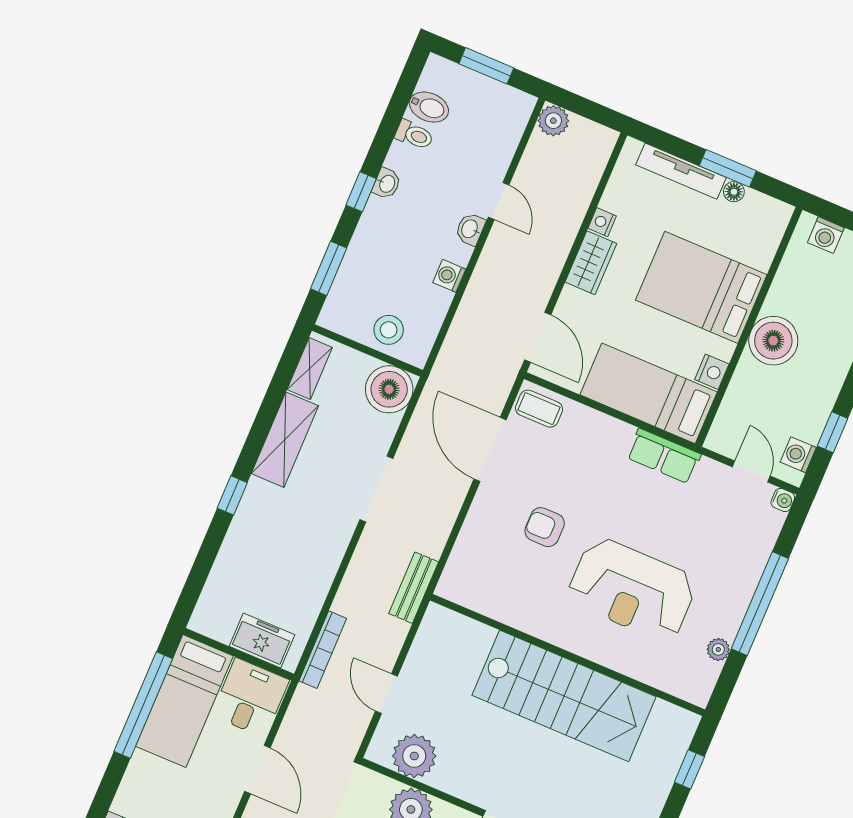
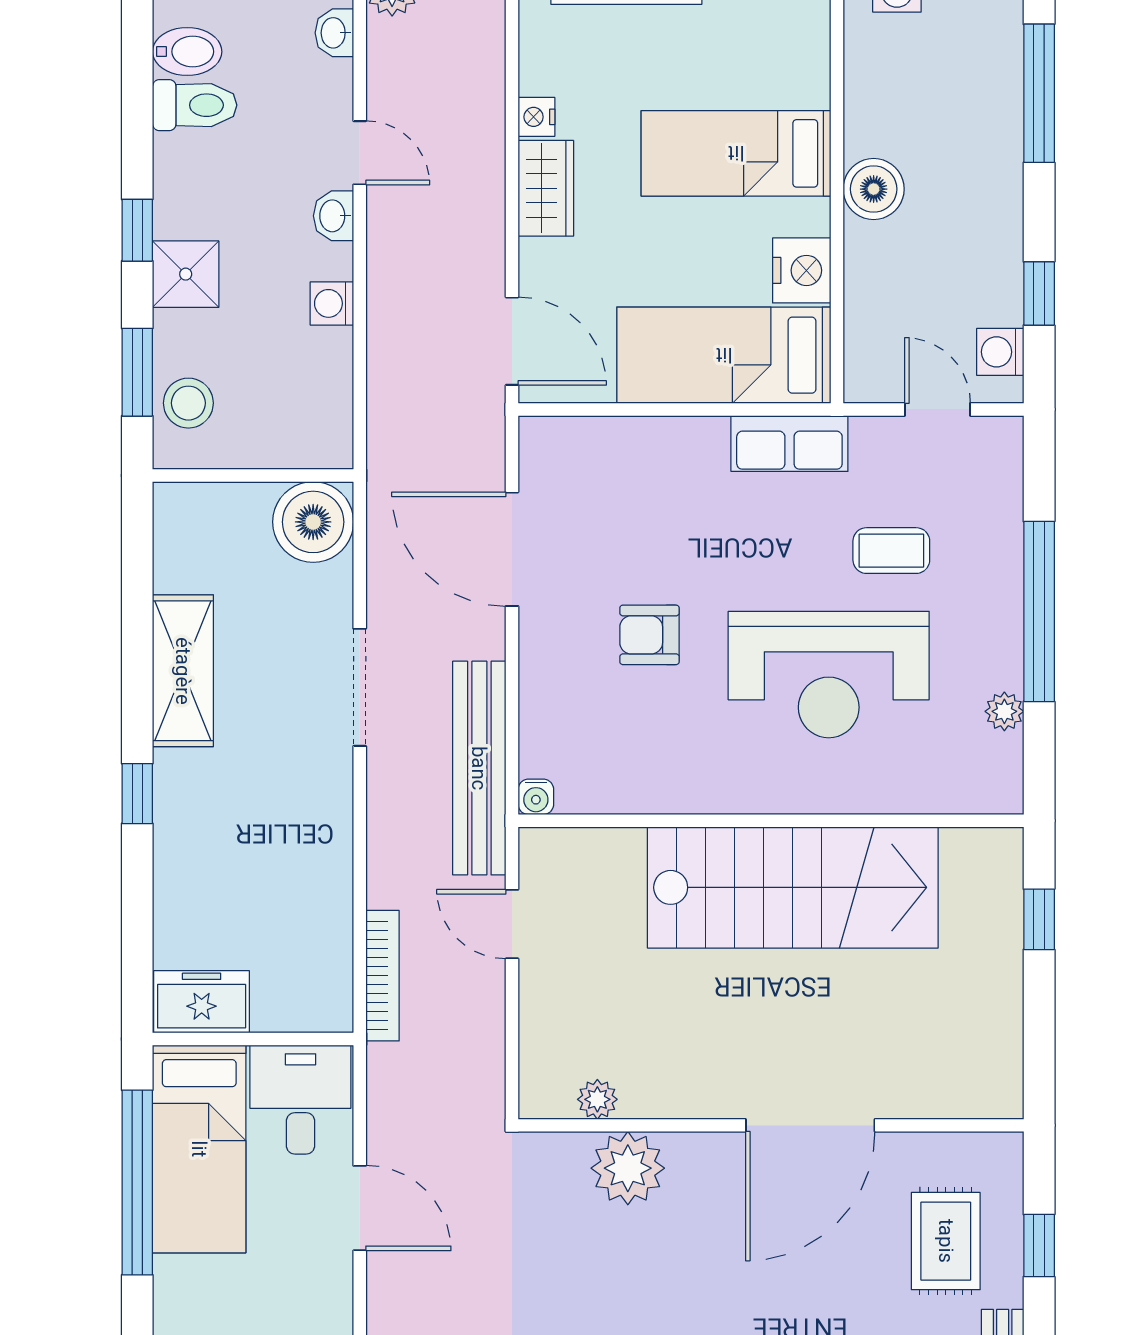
toilet: (414, 135) -> (195, 105), width x1.37, depth x1.39
washbasin: (387, 184) -> (334, 33), moved, turned 180
shower: (377, 227) -> (186, 274), added
bed: (701, 287) -> (736, 153), width x0.67
stool: (389, 330) -> (188, 403), moved
boiler: (773, 341) -> (874, 189), width x0.73, depth x0.73
shelving: (310, 369) -> (174, 542), removed
nightstand: (712, 372) -> (802, 270), width x1.36, depth x1.33
coffee table: (539, 409) -> (891, 551), moved
water cooler: (783, 500) -> (536, 797), moved, turned 90
bench: (414, 588) -> (479, 768), width x1.86, depth x1.21
freezer: (262, 640) -> (202, 1002), moved
door: (386, 694) -> (512, 924), moved
plant: (414, 756) -> (597, 1099), width x0.53, depth x0.53

